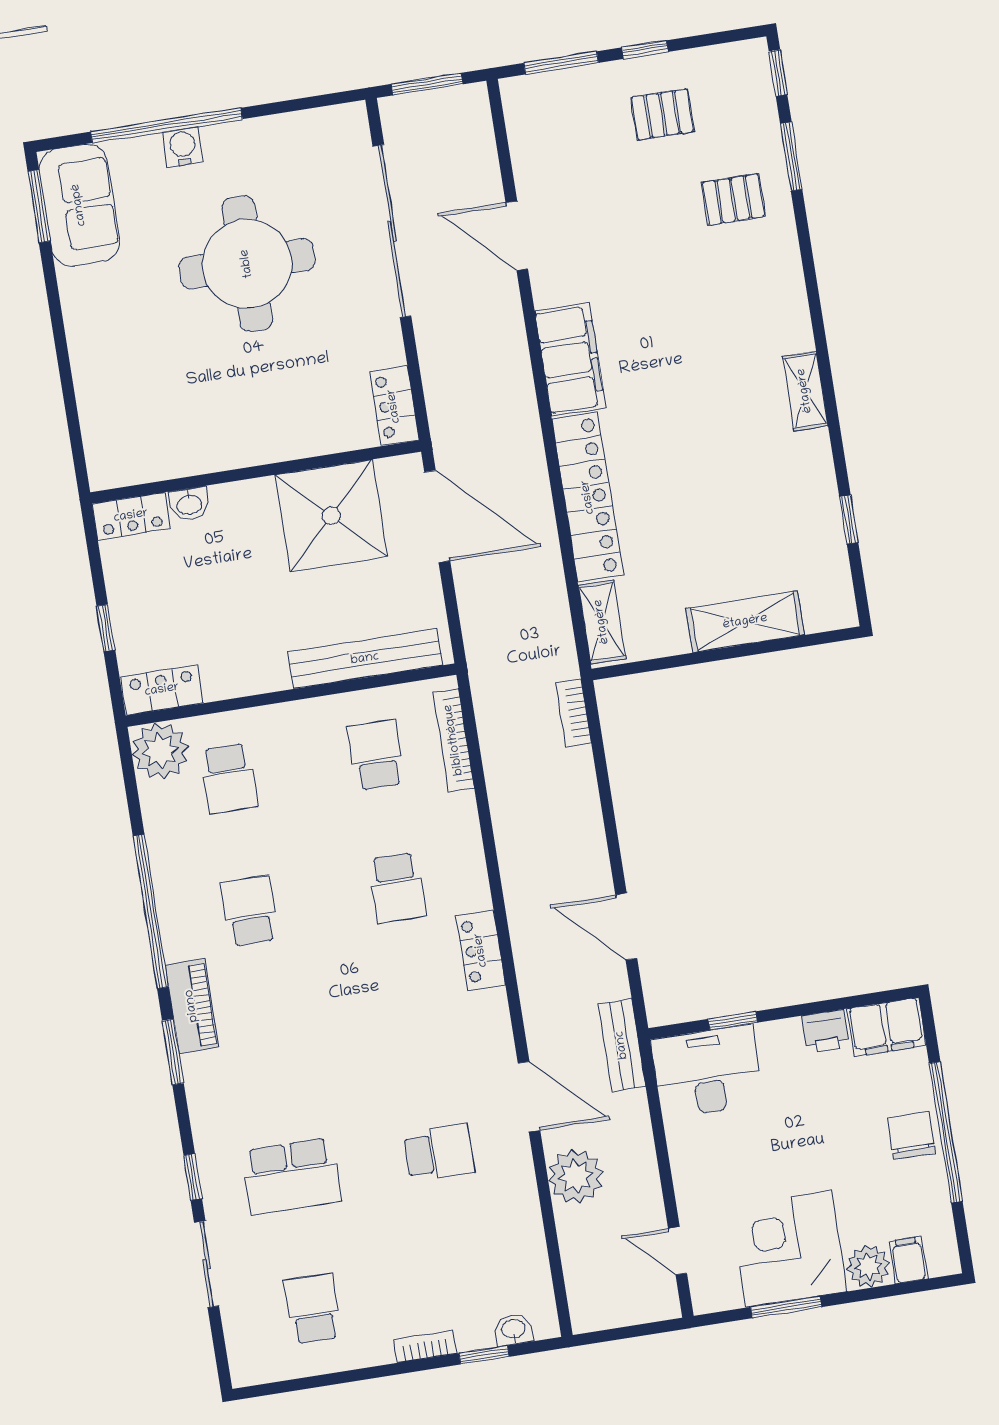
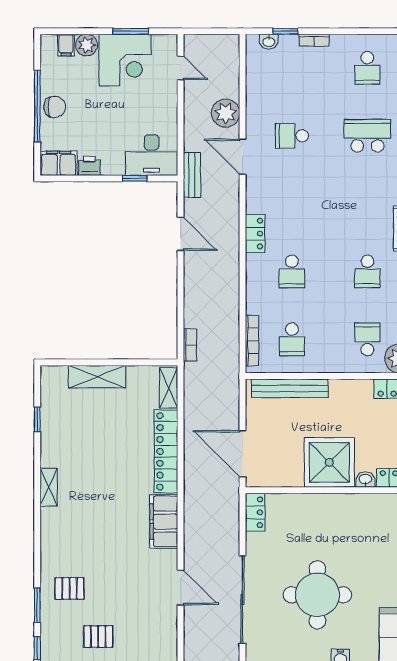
shower: (331, 516) -> (329, 462), moved
school desk: (397, 888) -> (292, 271), turned 180
chair: (911, 1135) -> (55, 107), turned -90

